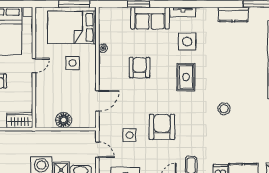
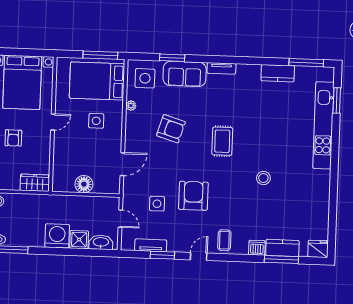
side table: (187, 42) -> (145, 78), moved
armchair: (140, 68) -> (171, 129), turned 107

